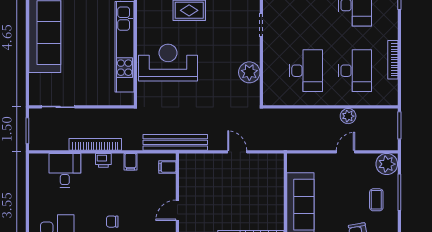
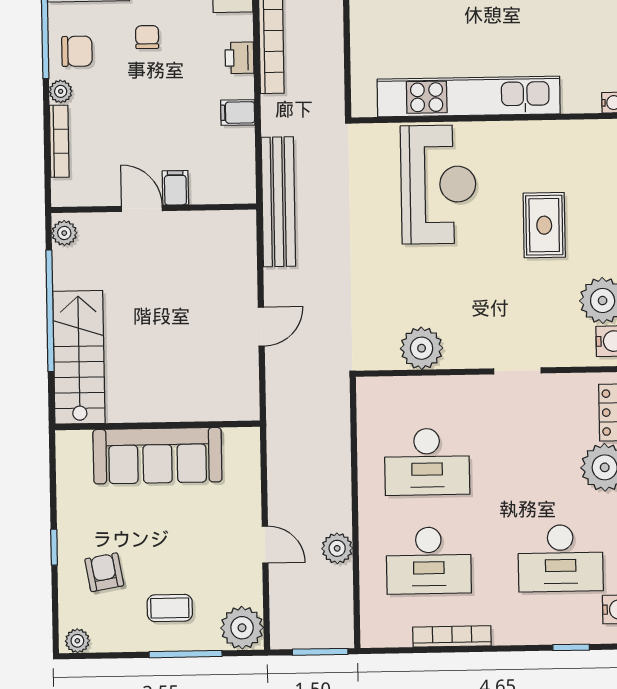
filing cabinet: (167, 167) -> (175, 188), moved
chair: (112, 222) -> (147, 37), moved

